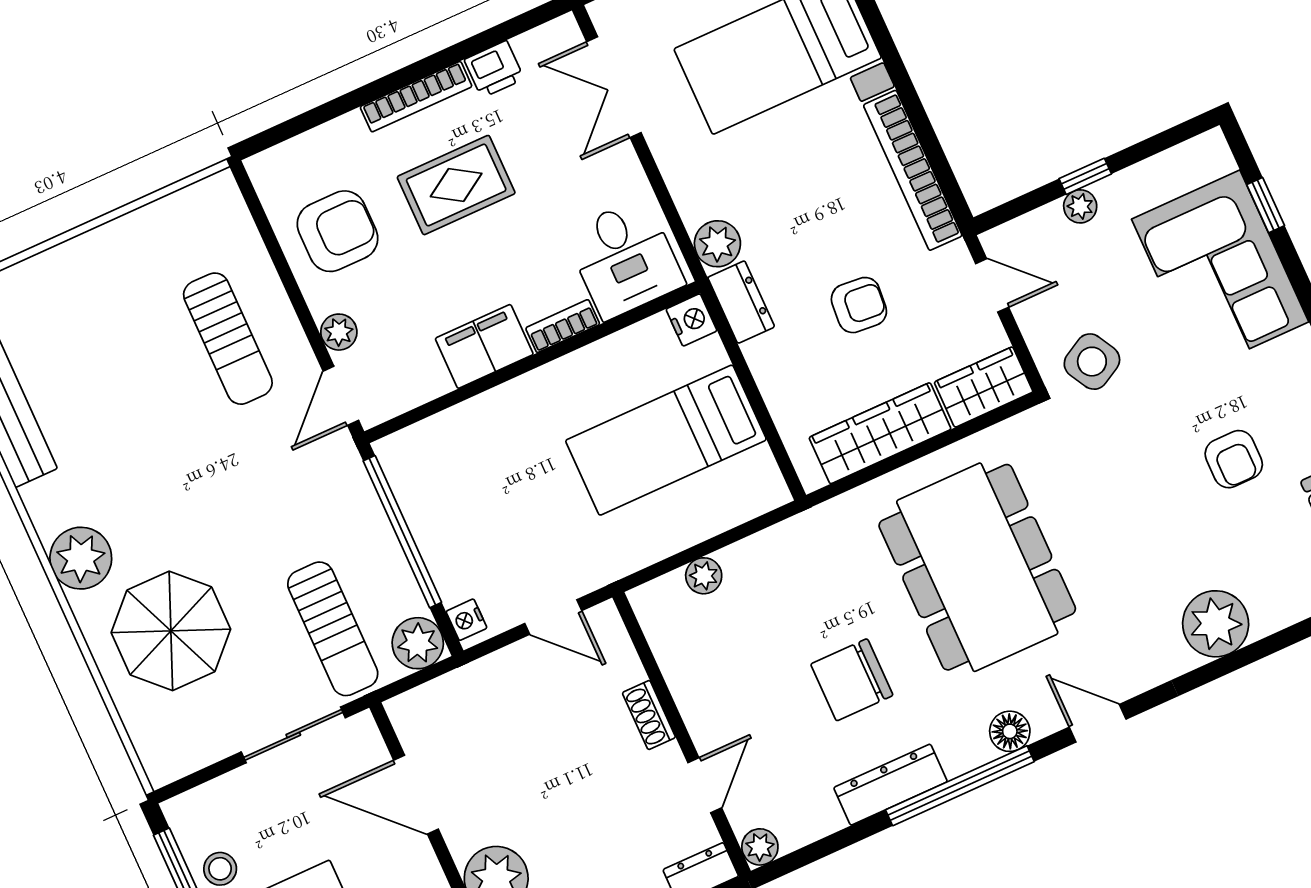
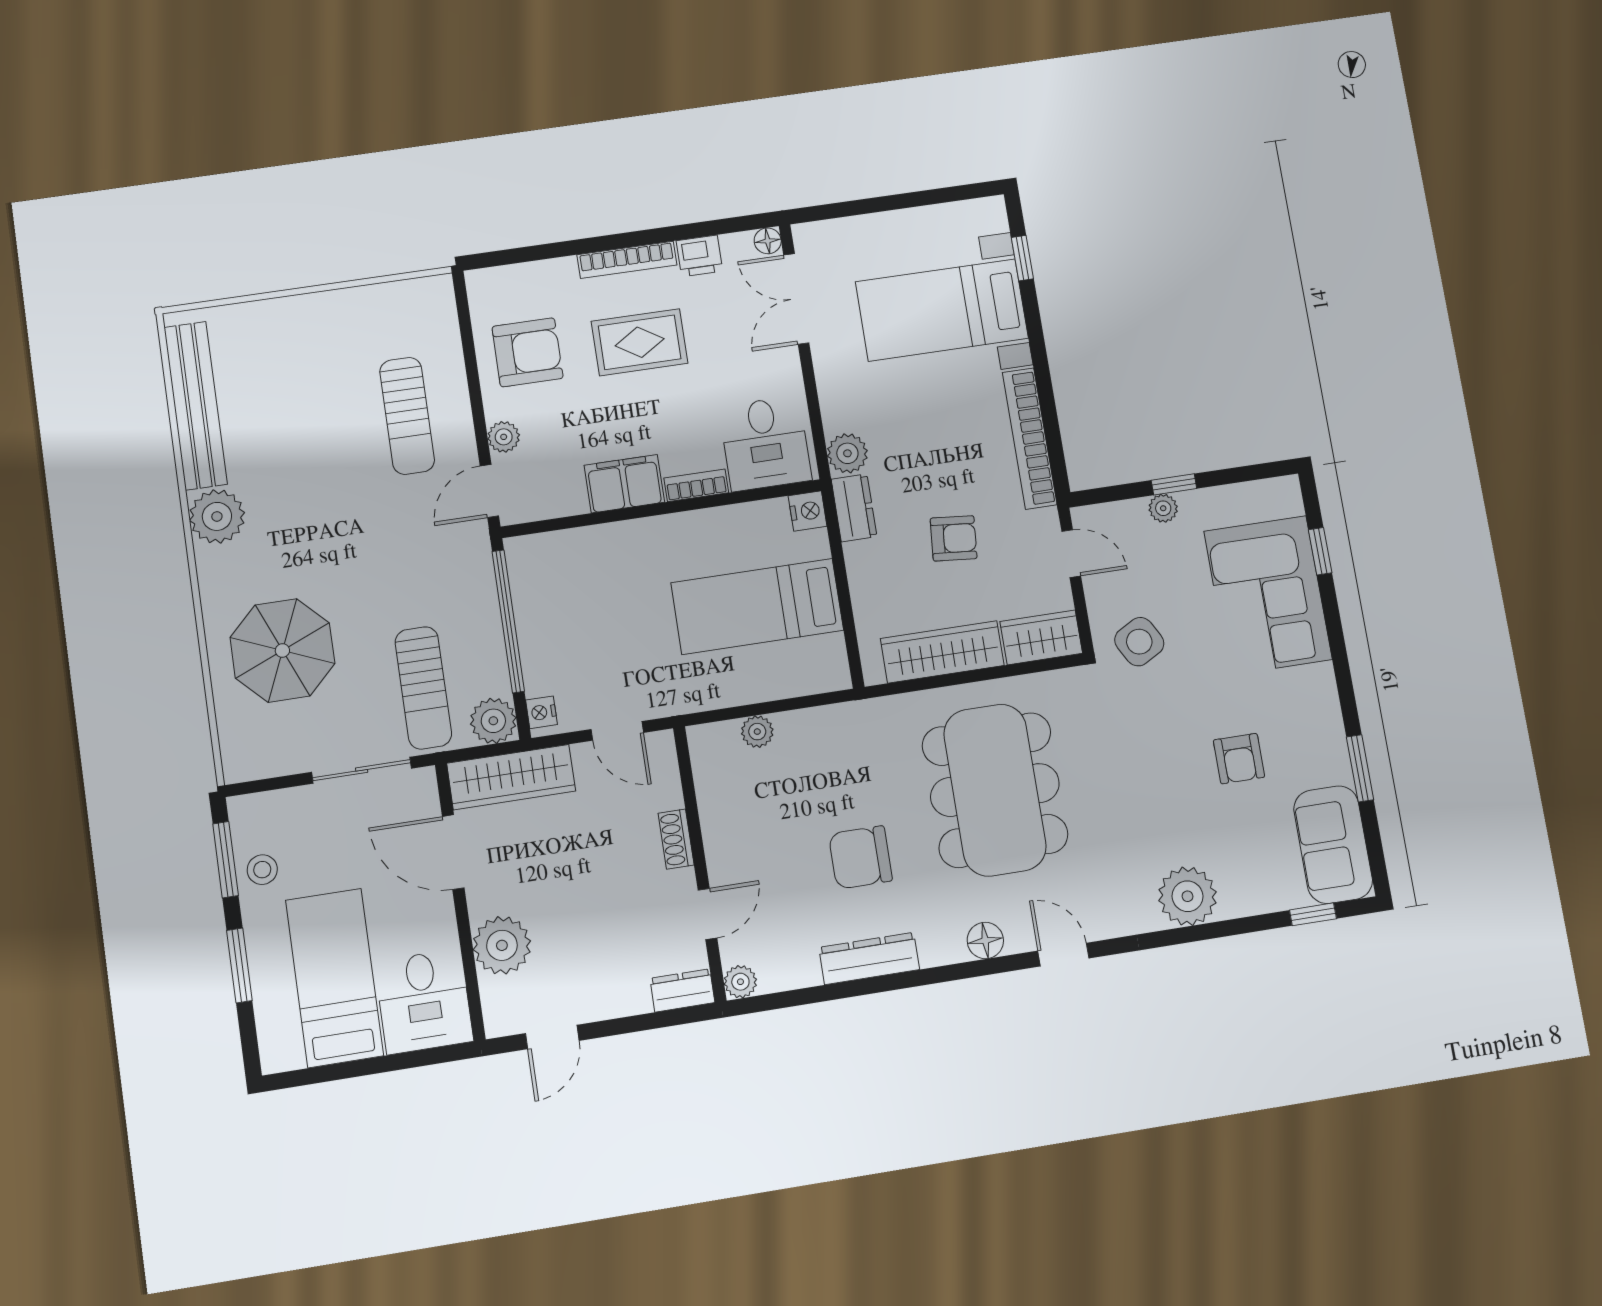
floor lamp: (564, 31) -> (768, 241), added
plant: (81, 558) -> (217, 516), moved
wardrobe: (454, 698) -> (511, 777), added
window: (960, 786) -> (929, 976), removed

